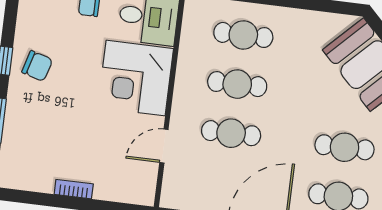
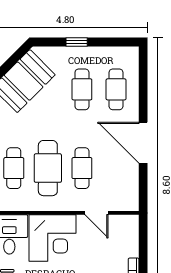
cafe table: (237, 84) -> (48, 168), width x1.37, depth x1.35

